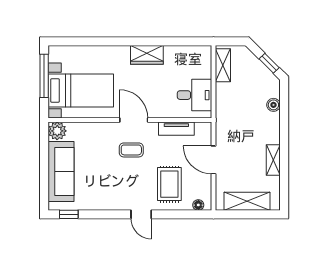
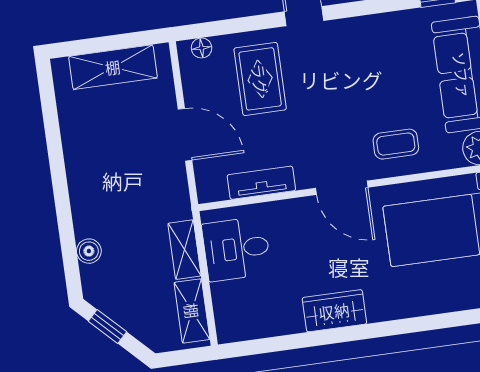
coffee table: (131, 150) -> (396, 144), moved
shelving: (273, 160) -> (184, 250), moved

